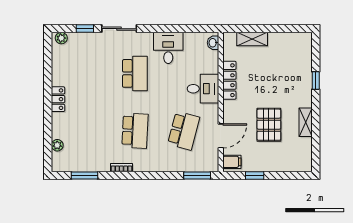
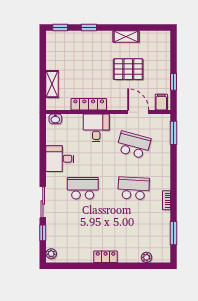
window: (316, 48) -> (60, 27), added

